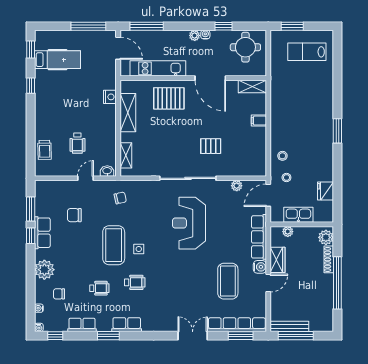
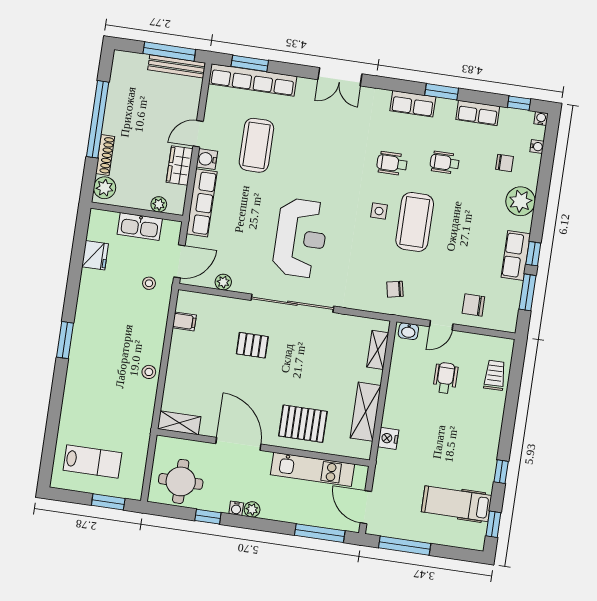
filing cabinet: (259, 121) -> (184, 321), moved
stool: (282, 156) -> (149, 372), moved
chair: (74, 215) -> (473, 305), moved, turned 180
double door: (193, 336) -> (340, 77), moved

